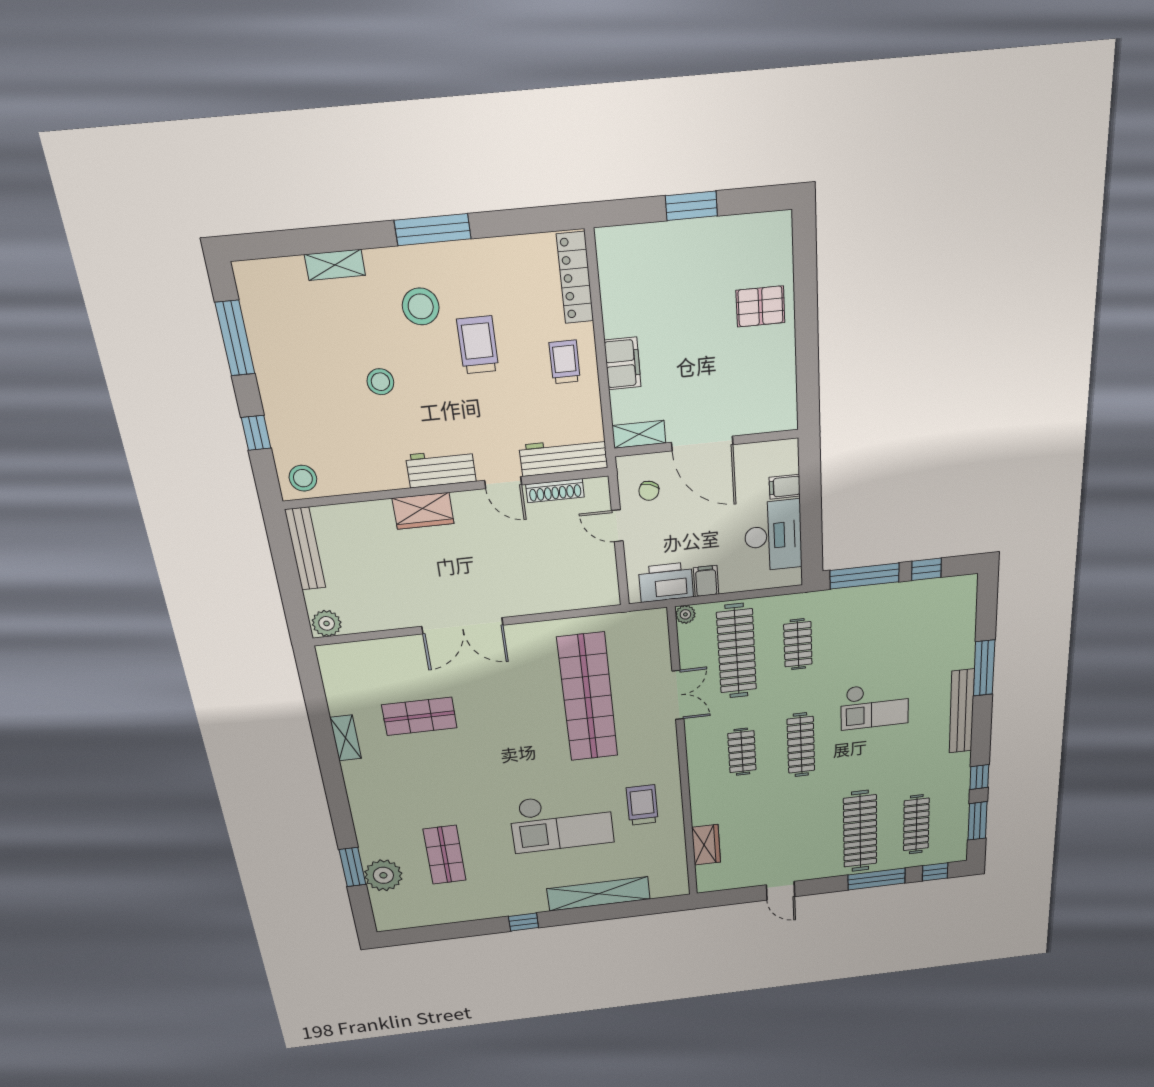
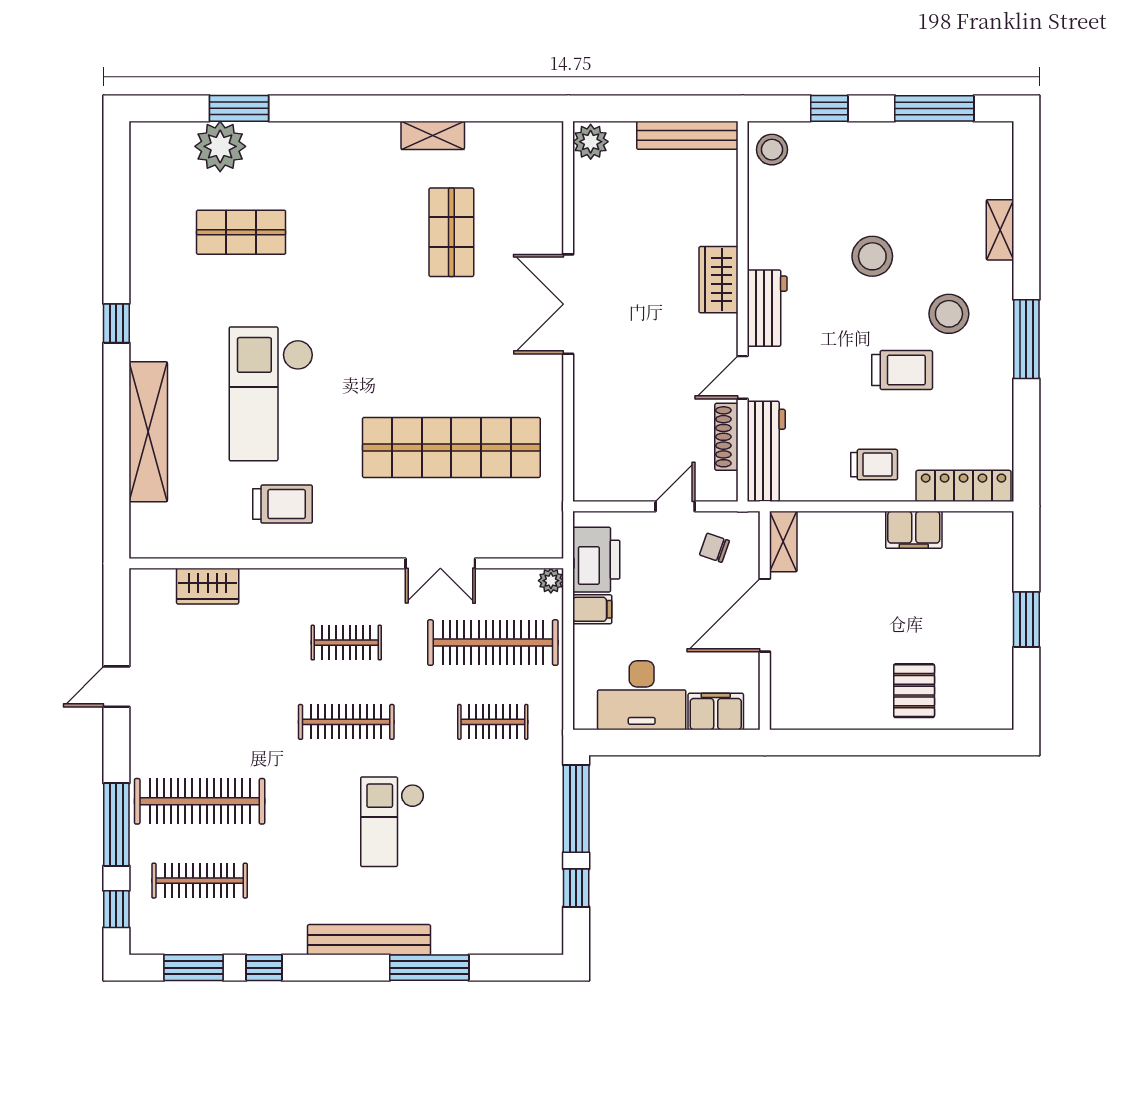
filing cabinet: (623, 363) -> (914, 530), moved
stool: (380, 382) -> (872, 256), width x1.38, depth x1.38
filing cabinet: (785, 487) -> (716, 712), width x2.00

